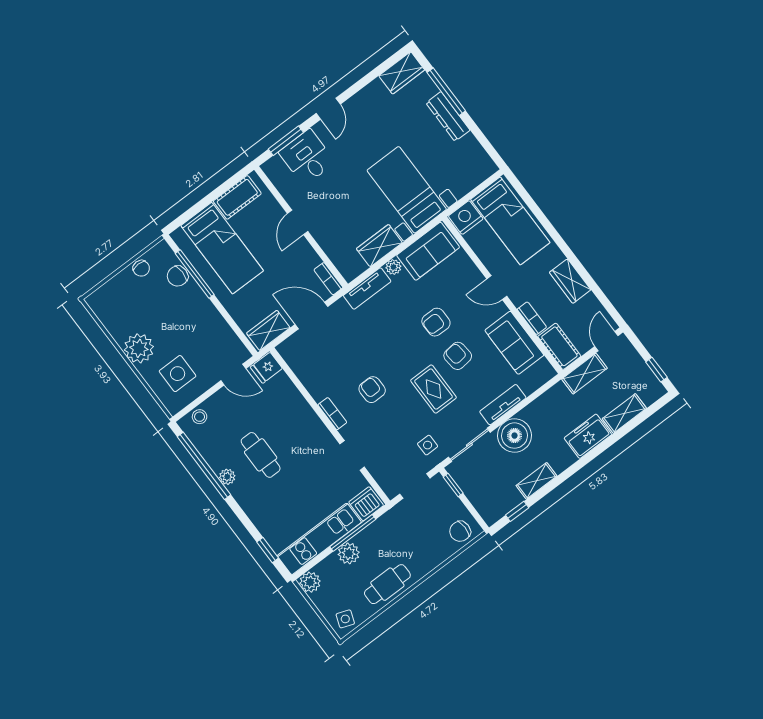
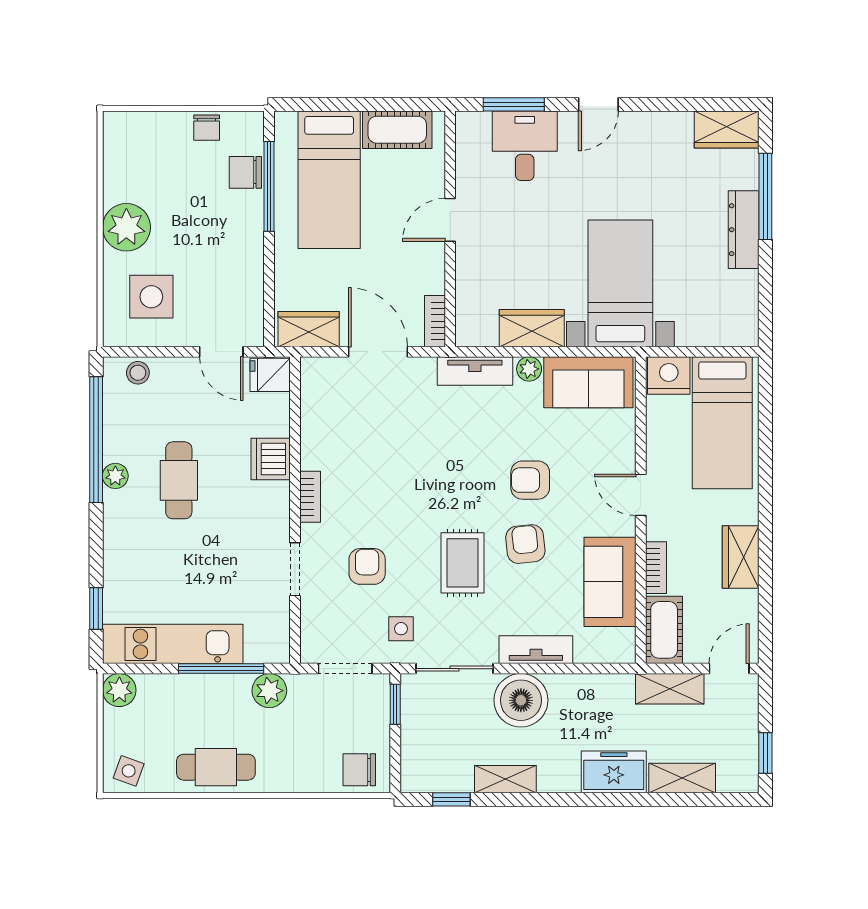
armchair: (372, 390) -> (367, 566), moved
dishwasher: (366, 504) -> (271, 459), moved, turned -90
plant: (349, 553) -> (269, 691), moved

